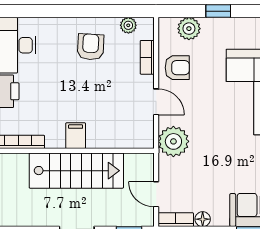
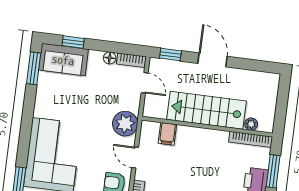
filing cabinet: (76, 136) -> (167, 134), moved
plant: (20, 161) -> (251, 124), added

